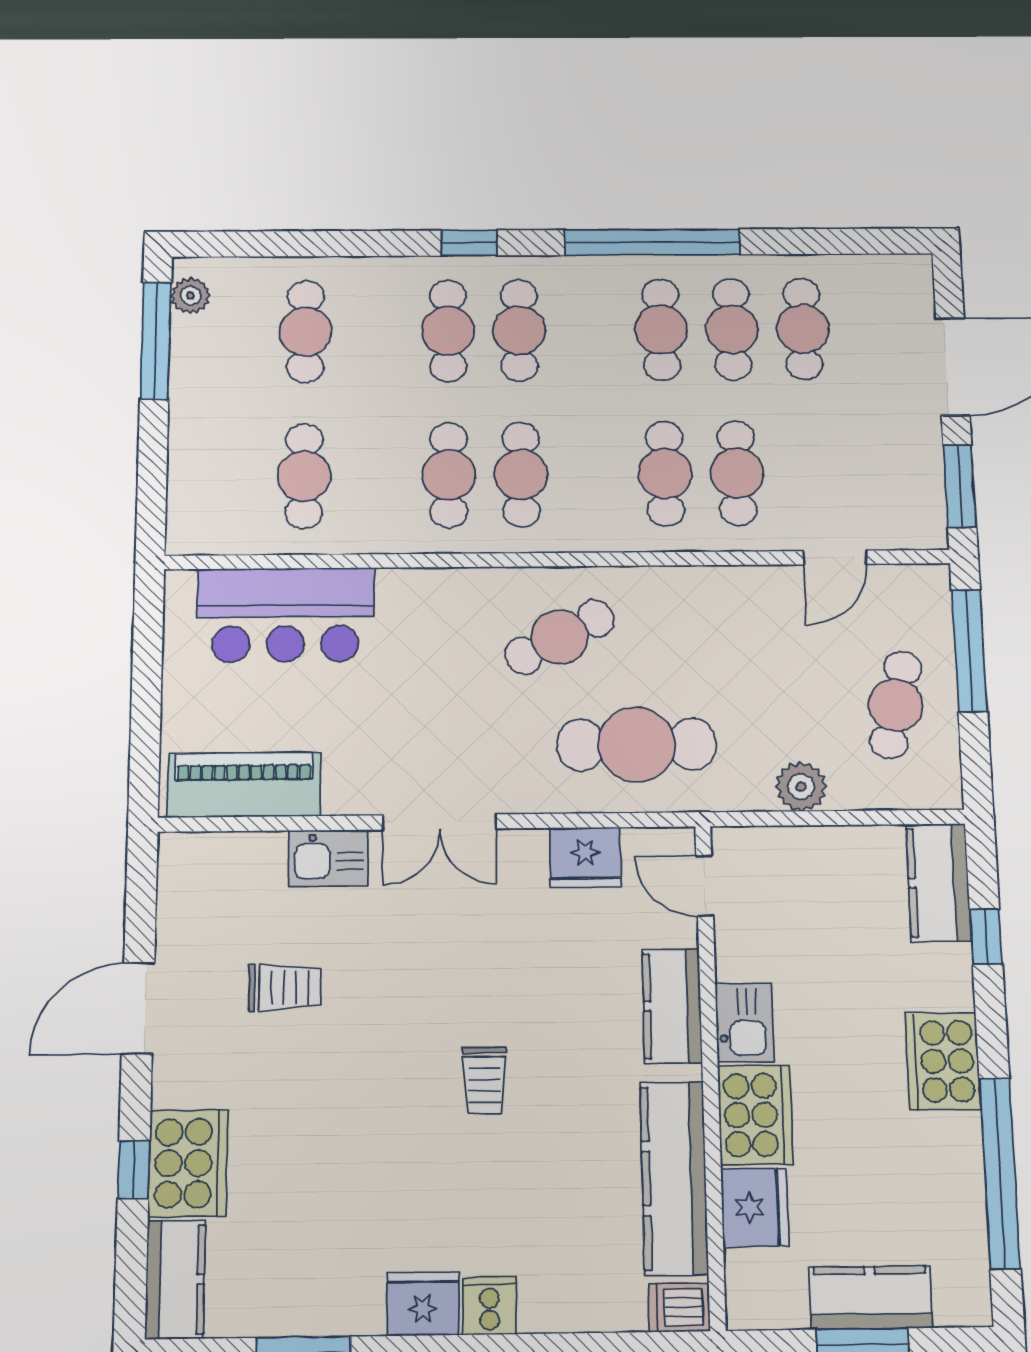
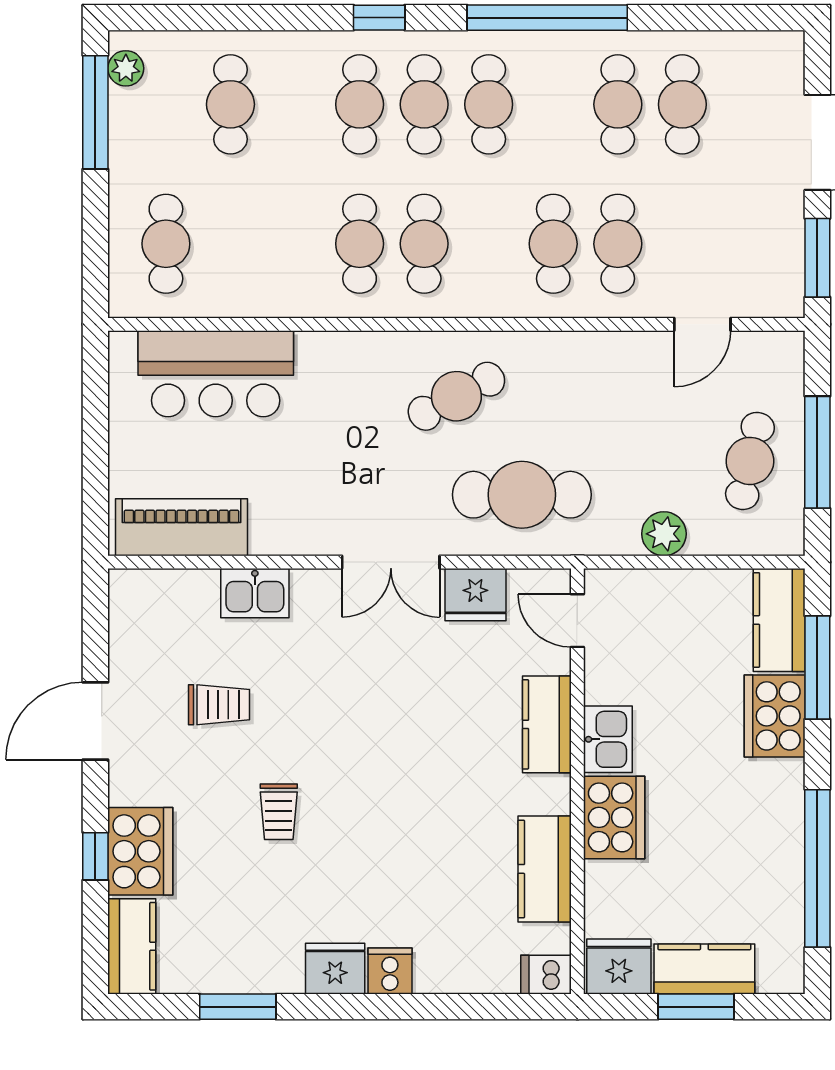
cafe table: (661, 330) -> (489, 104), moved
cafe table: (304, 476) -> (166, 244), moved
window: (969, 651) -> (817, 452), moved
double door: (440, 822) -> (391, 562), moved
window: (986, 936) -> (817, 668), width x2.17
cooker: (943, 1061) -> (775, 716), moved
trolley: (485, 1080) -> (279, 812), moved
kitchen counter: (674, 1178) -> (545, 869), width x0.67
fridge: (755, 1207) -> (619, 967), moved, turned -90

